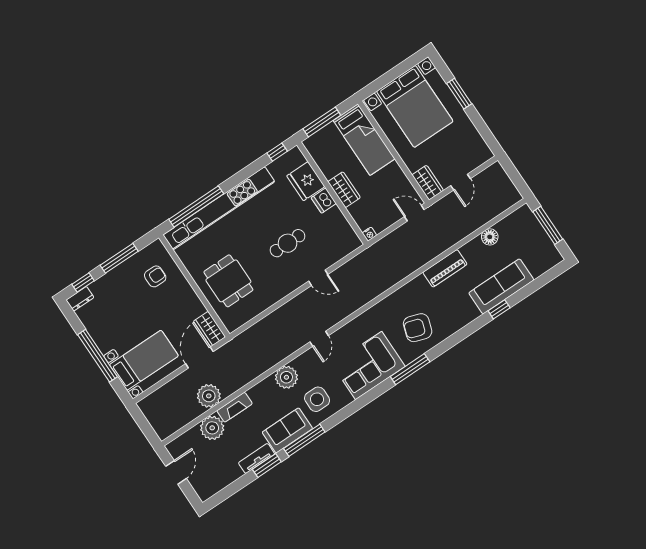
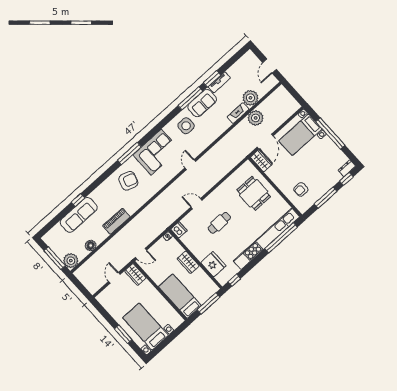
bed with nightstands: (415, 106) -> (146, 327), width x0.73
dishwasher: (324, 201) -> (179, 230), moved
plant: (286, 377) -> (71, 261), moved

